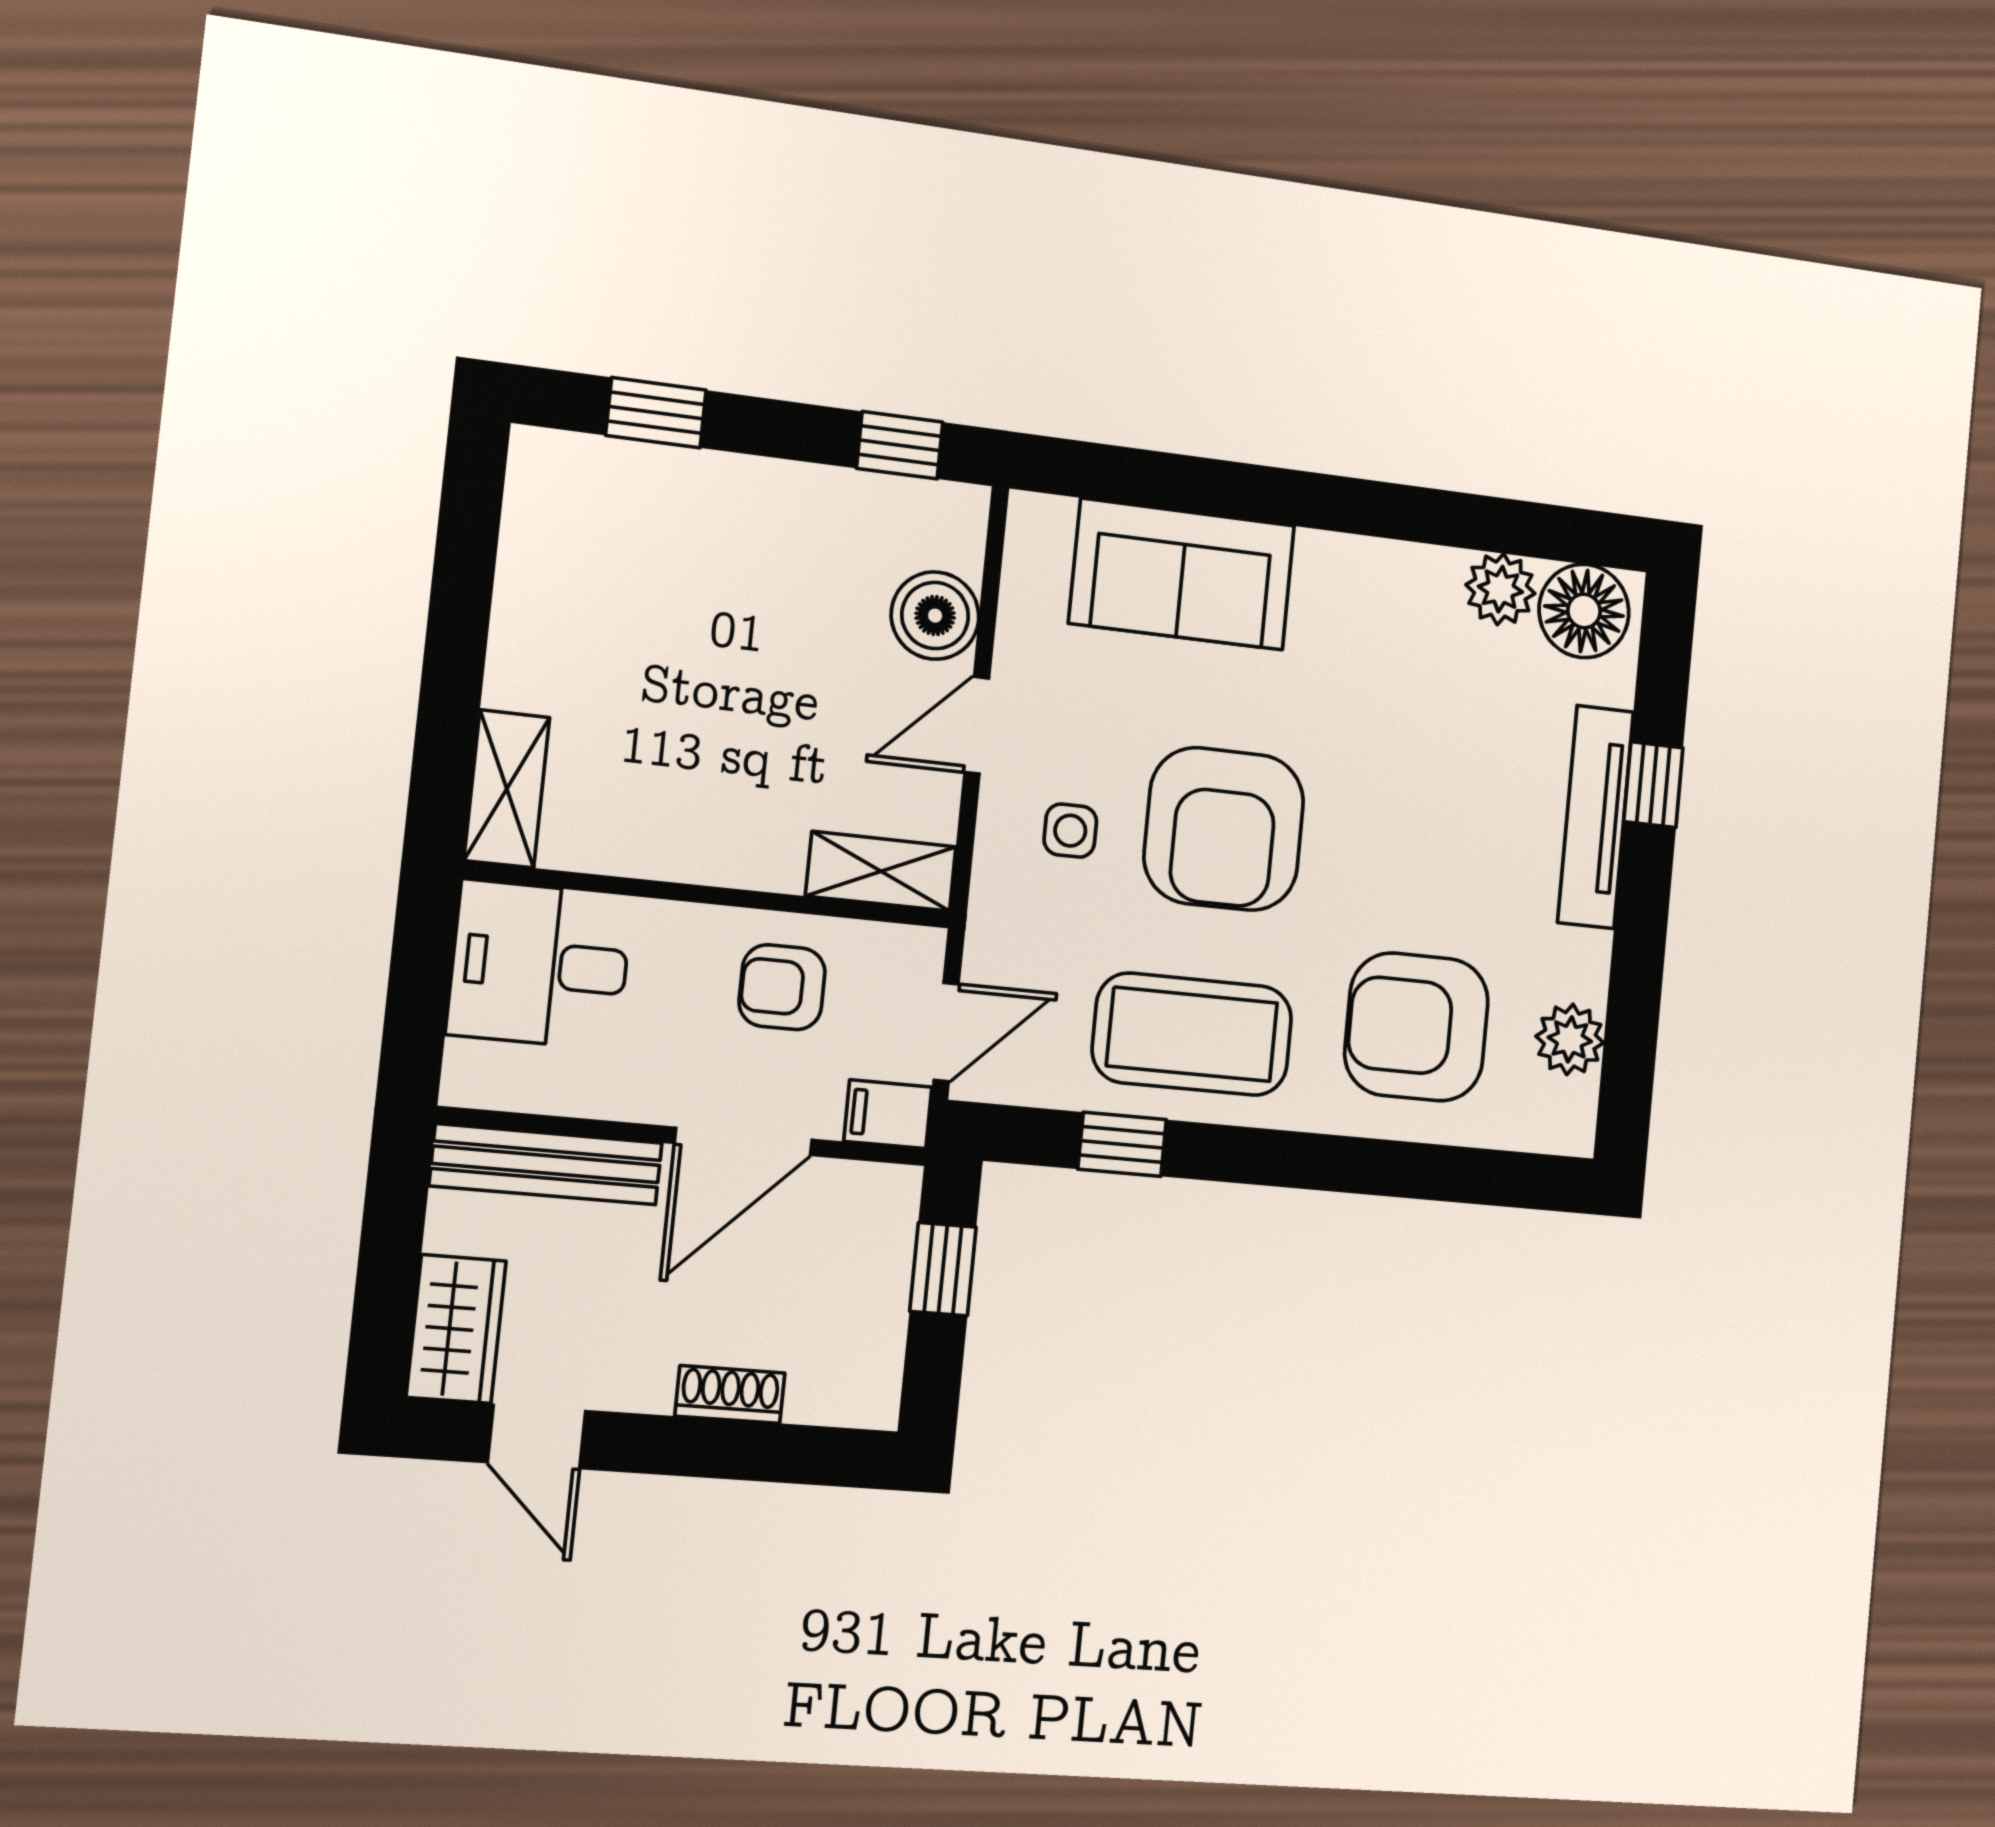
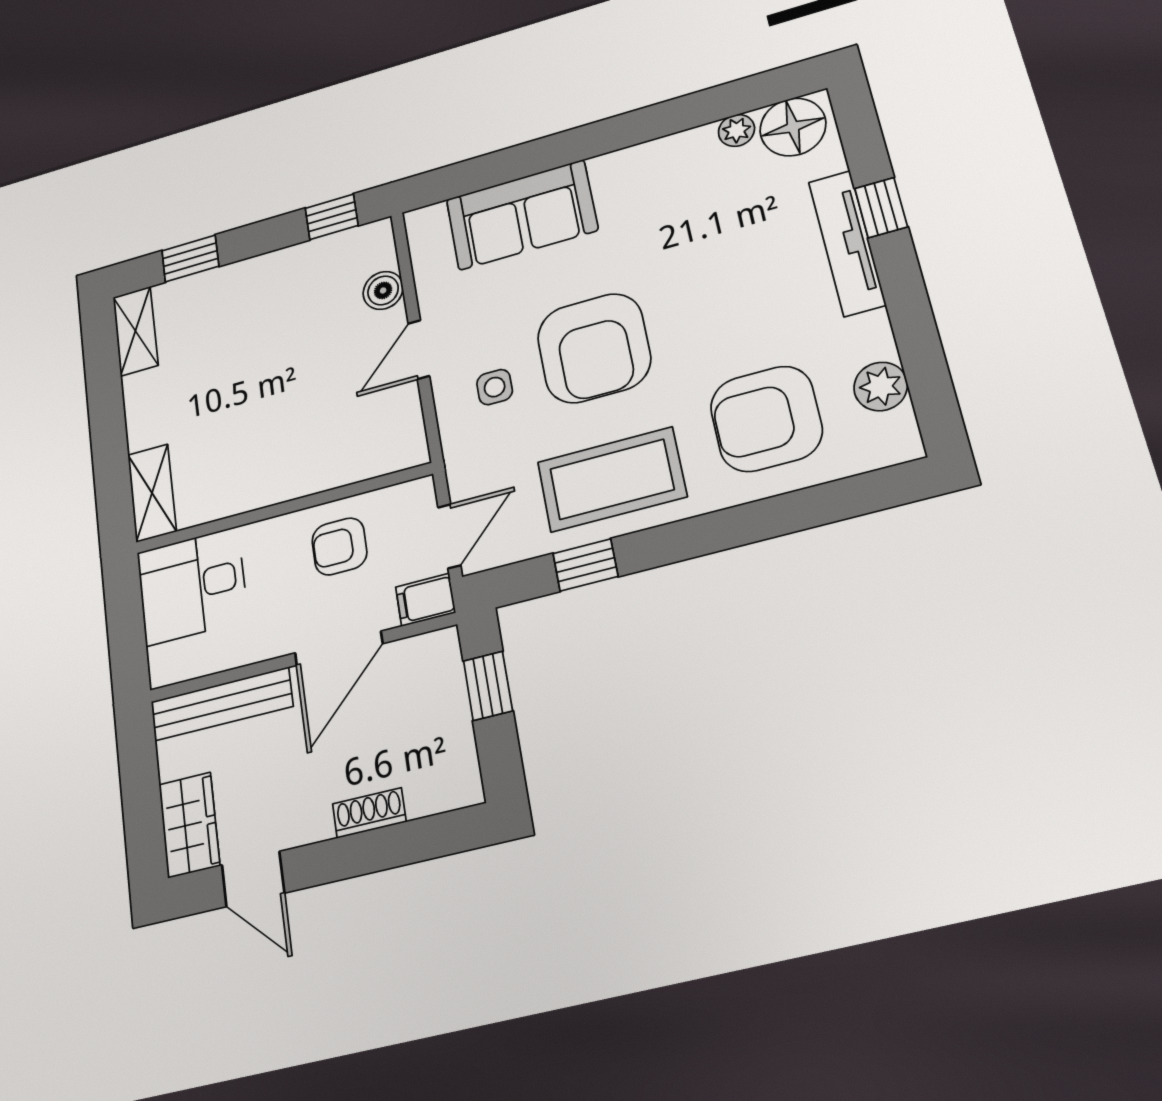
plant: (1500, 589) -> (736, 130), width x0.73, depth x0.73
boiler: (935, 616) -> (383, 290), width x0.73, depth x0.73
shelving: (881, 871) -> (135, 331), moved, turned 90

